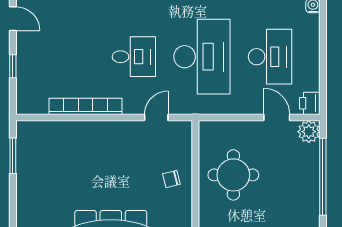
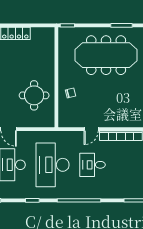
door: (156, 118) -> (91, 129), moved

